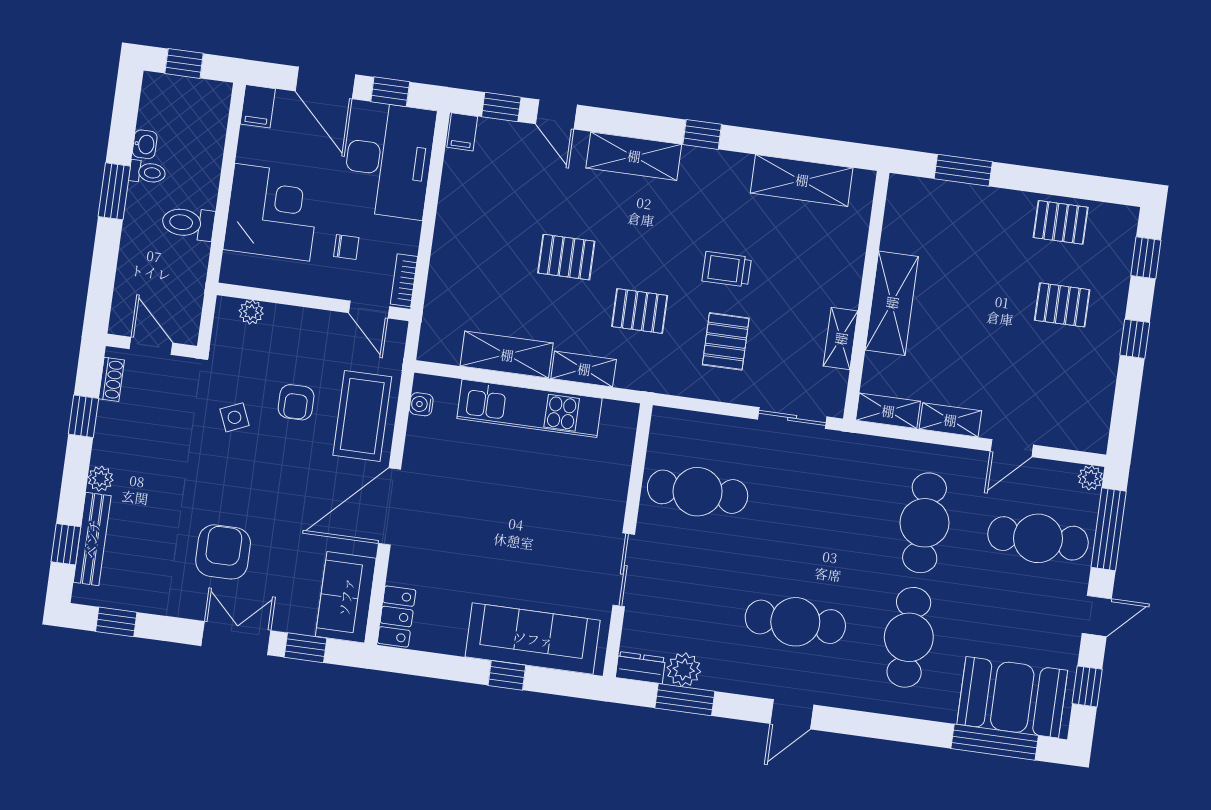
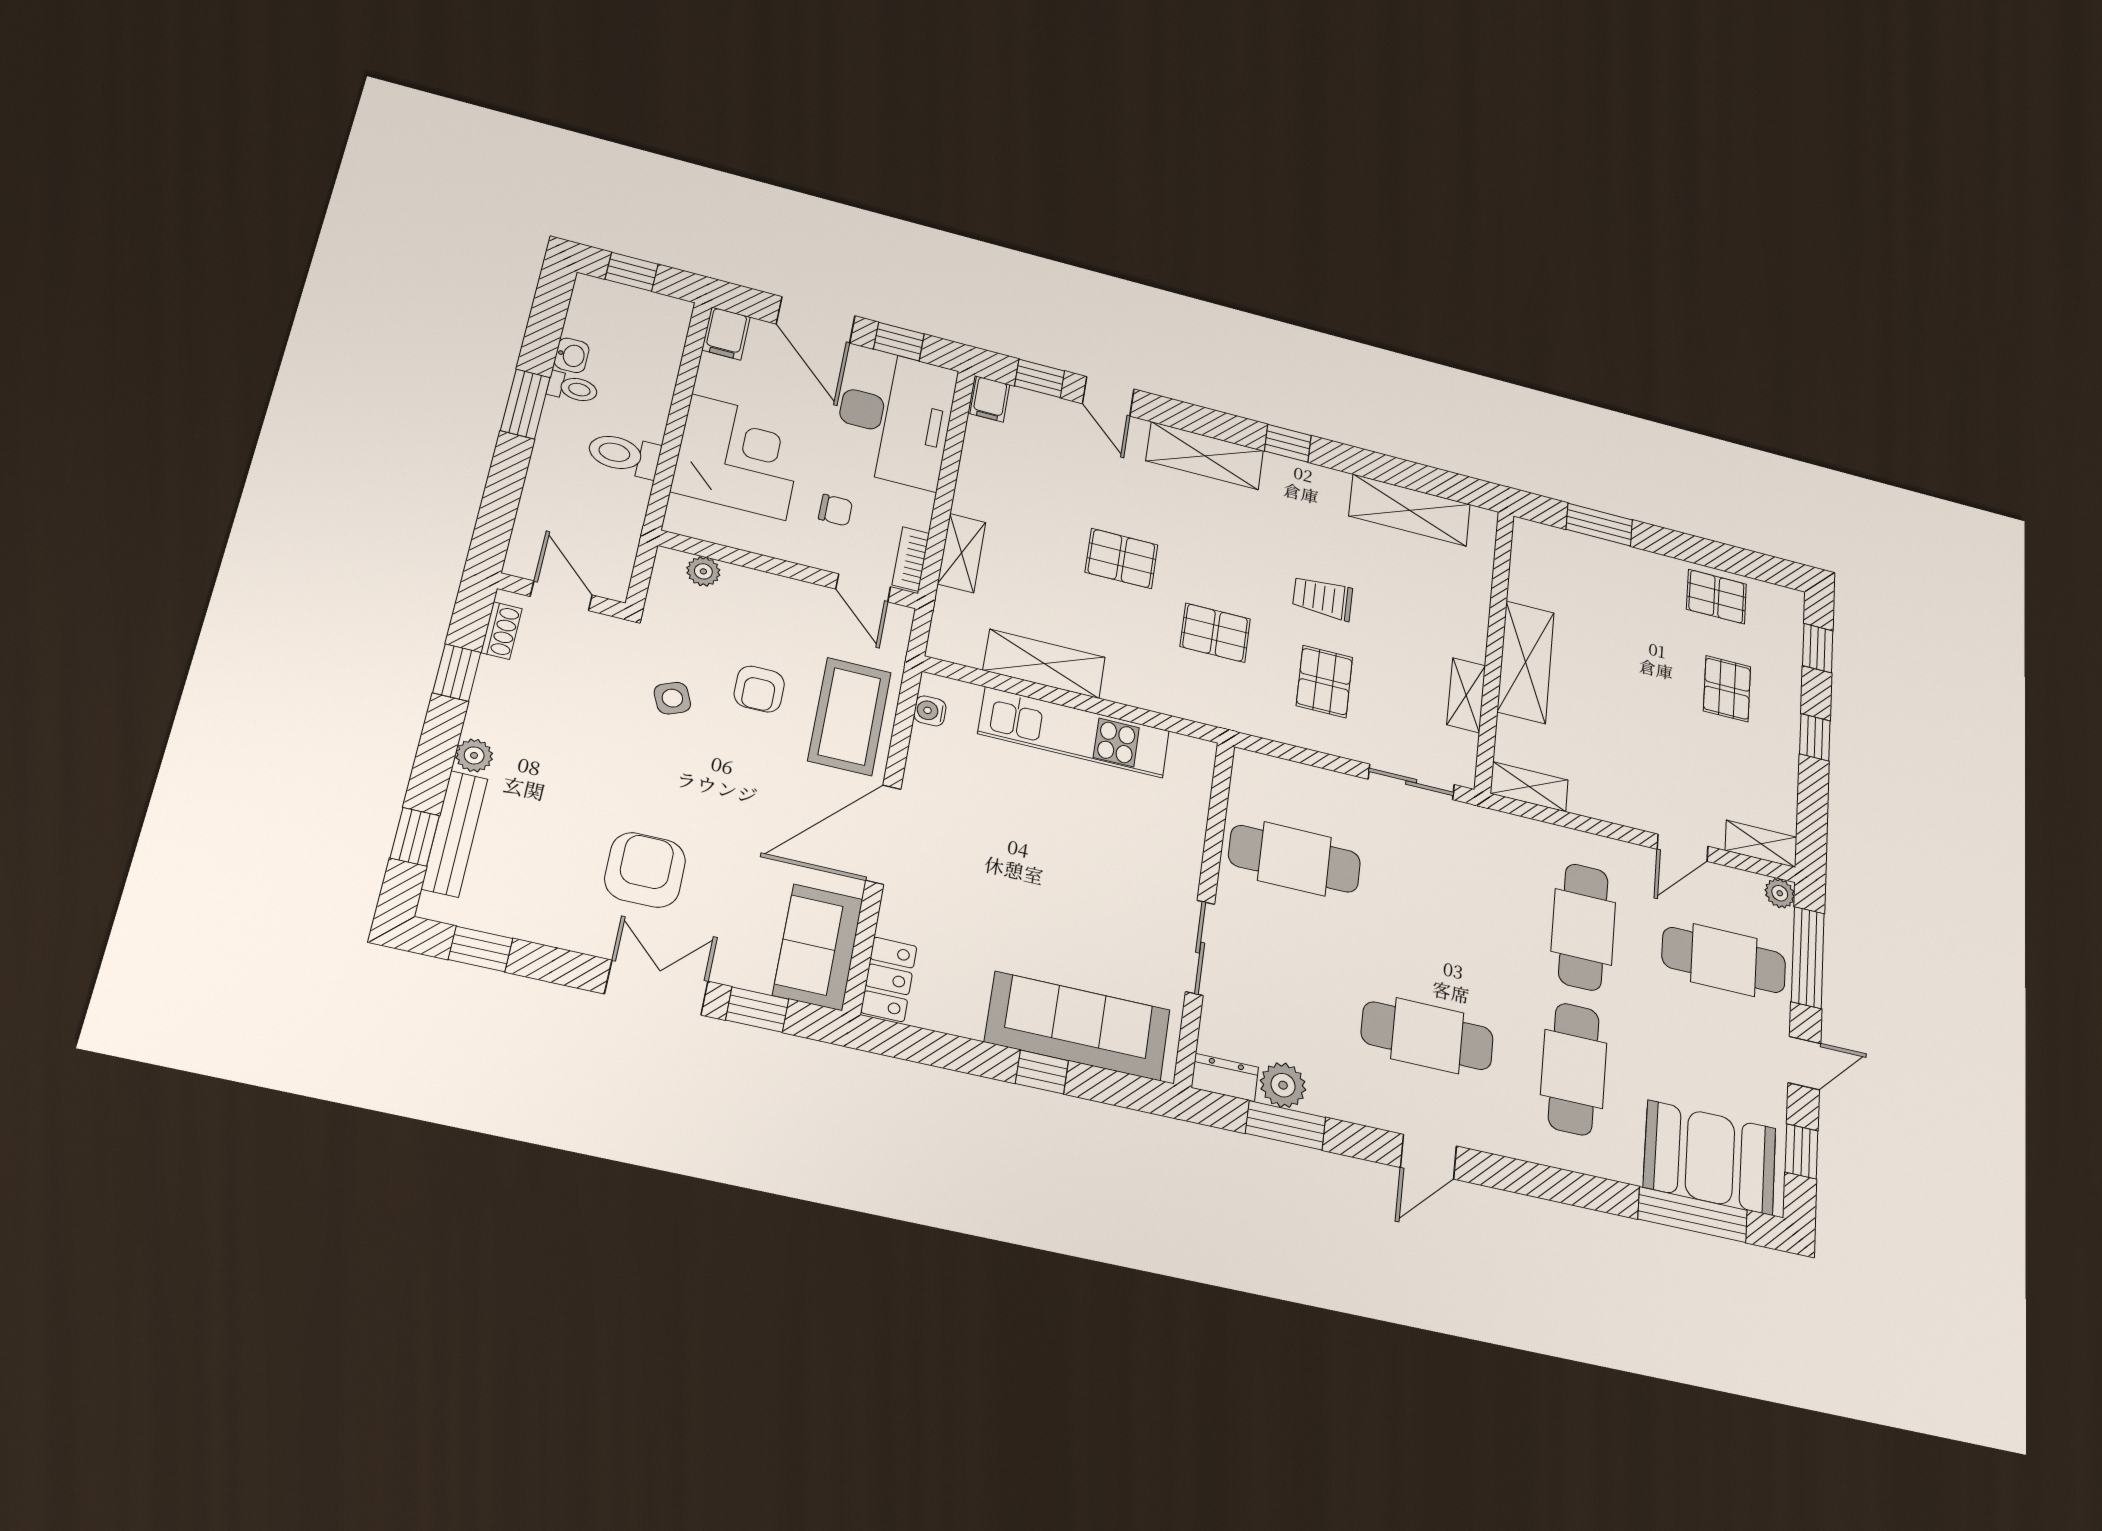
pallet: (1062, 305) -> (1727, 689), turned 90
shelving: (584, 369) -> (962, 553), moved, turned 90
shelving: (950, 420) -> (1761, 844), moved

